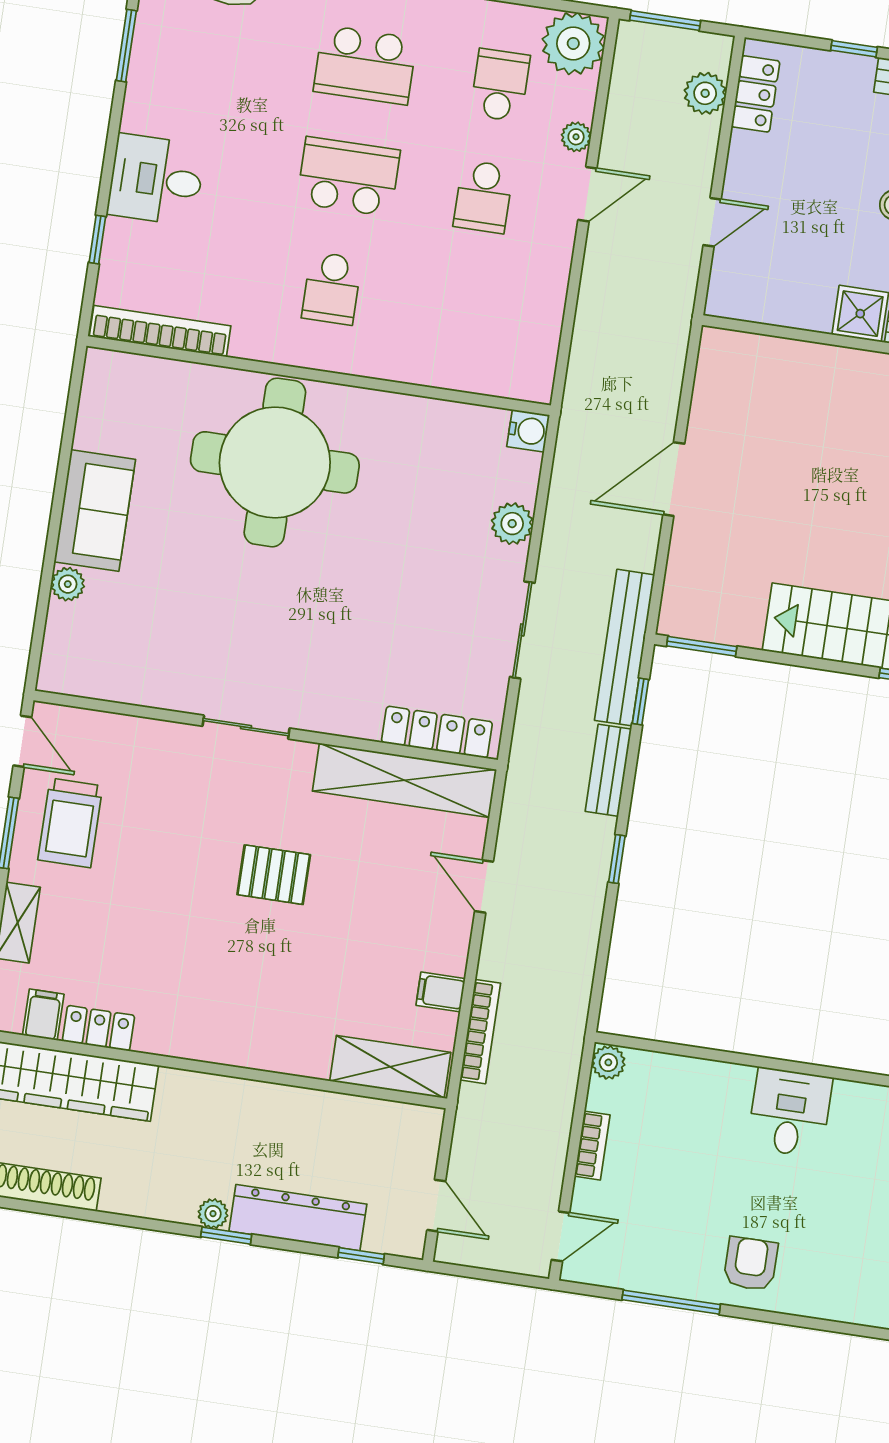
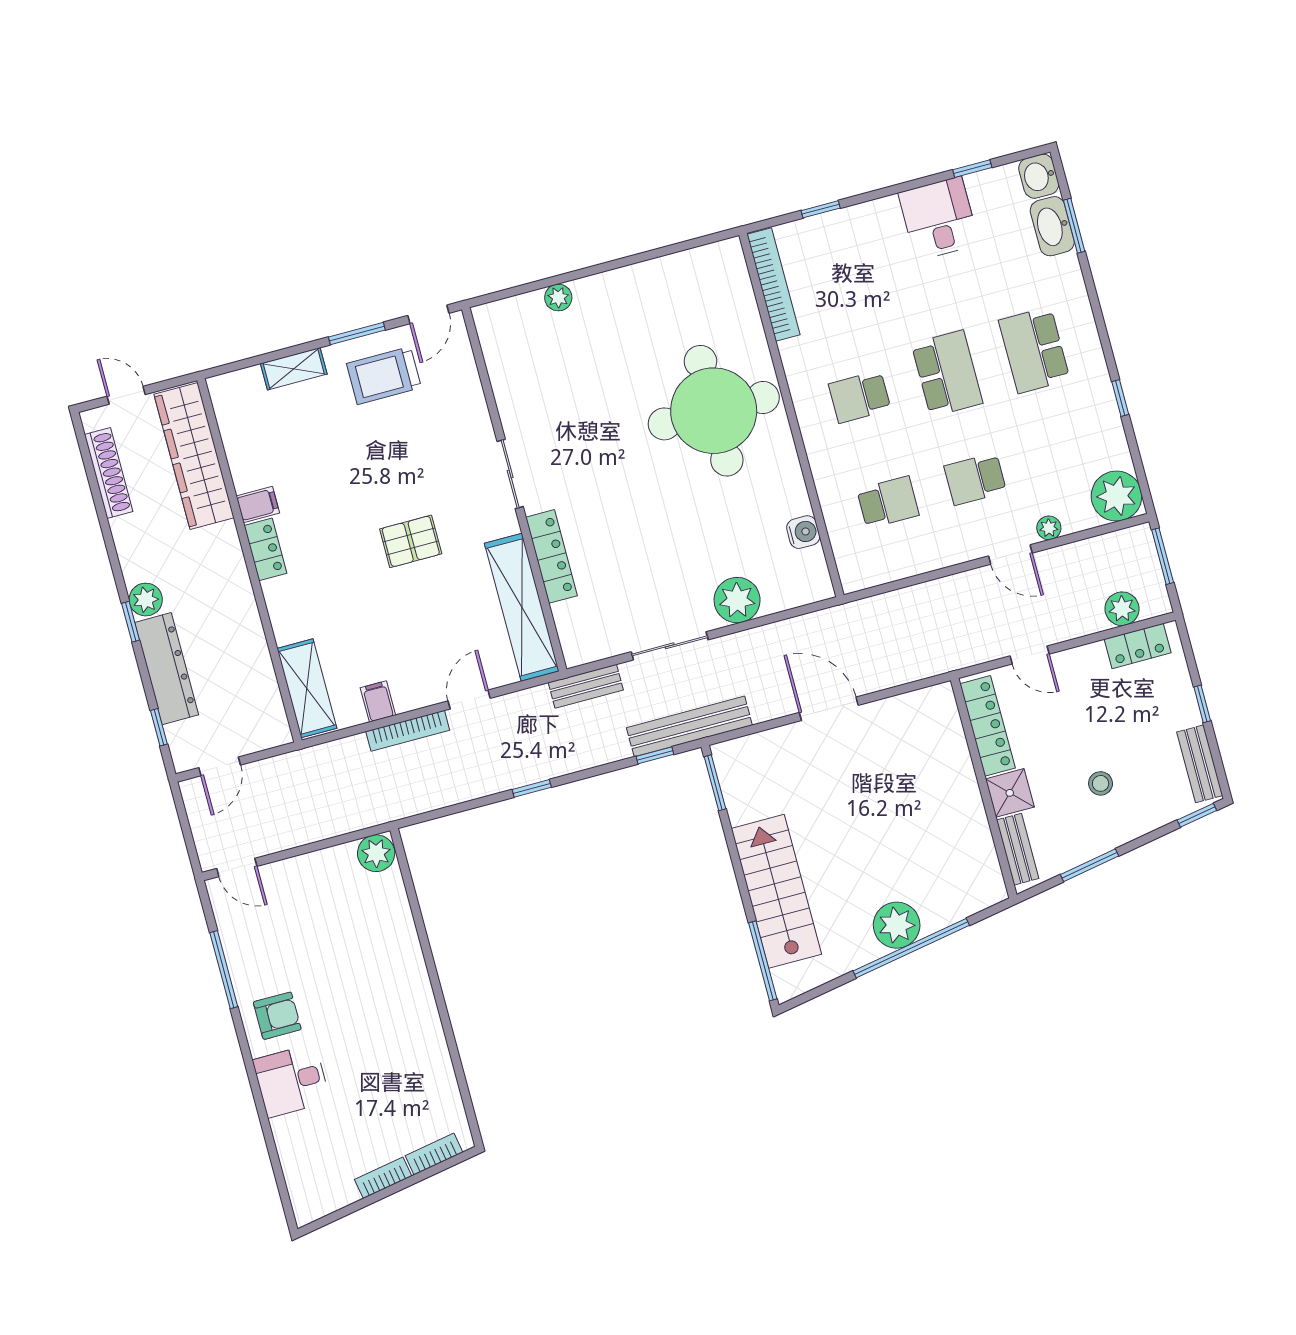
window: (126, 46) -> (972, 169), width x0.67
school desk: (500, 85) -> (888, 502), moved
desk: (156, 180) -> (939, 219), moved
locker: (772, 306) -> (988, 726), added
water cooler: (528, 431) -> (803, 532), moved, turned -90
sofa: (95, 511) -> (621, 294), removed
plant: (512, 524) -> (737, 600), width x1.36, depth x1.36
locker: (437, 732) -> (552, 556), moved
bench: (608, 770) -> (586, 686), moved
pallet: (274, 875) -> (411, 541), turned 90
filing cabinet: (43, 1015) -> (258, 504), moved
locker: (98, 1028) -> (265, 549), moved
bookcase: (480, 1032) -> (408, 731), moved
plant: (608, 1062) -> (376, 853), width x1.38, depth x1.38
desk: (790, 1112) -> (291, 1081), moved, turned 180
bookcase: (592, 1146) -> (314, 862), removed
plant: (213, 1214) -> (146, 600), width x1.38, depth x1.38

